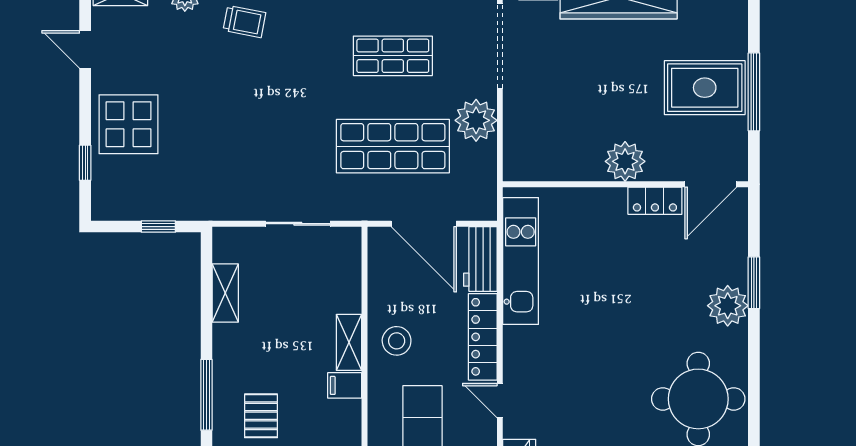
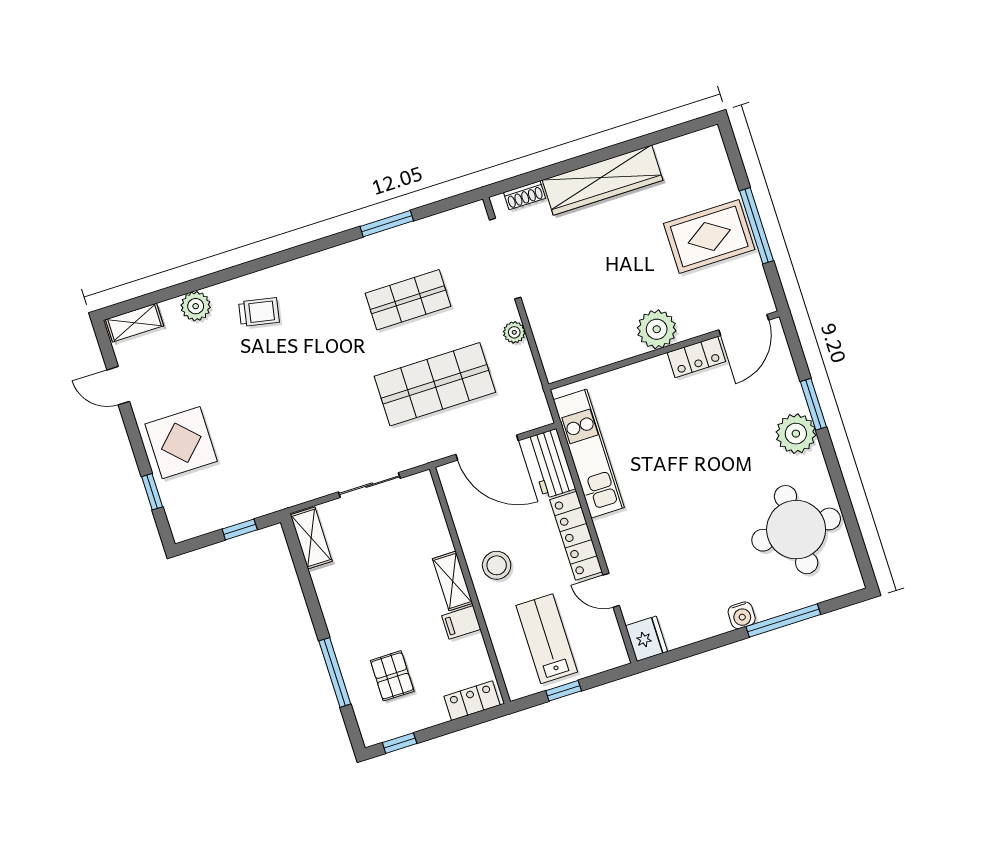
plant: (476, 120) -> (514, 332), width x0.53, depth x0.53
shelving: (225, 293) -> (311, 538), moved

